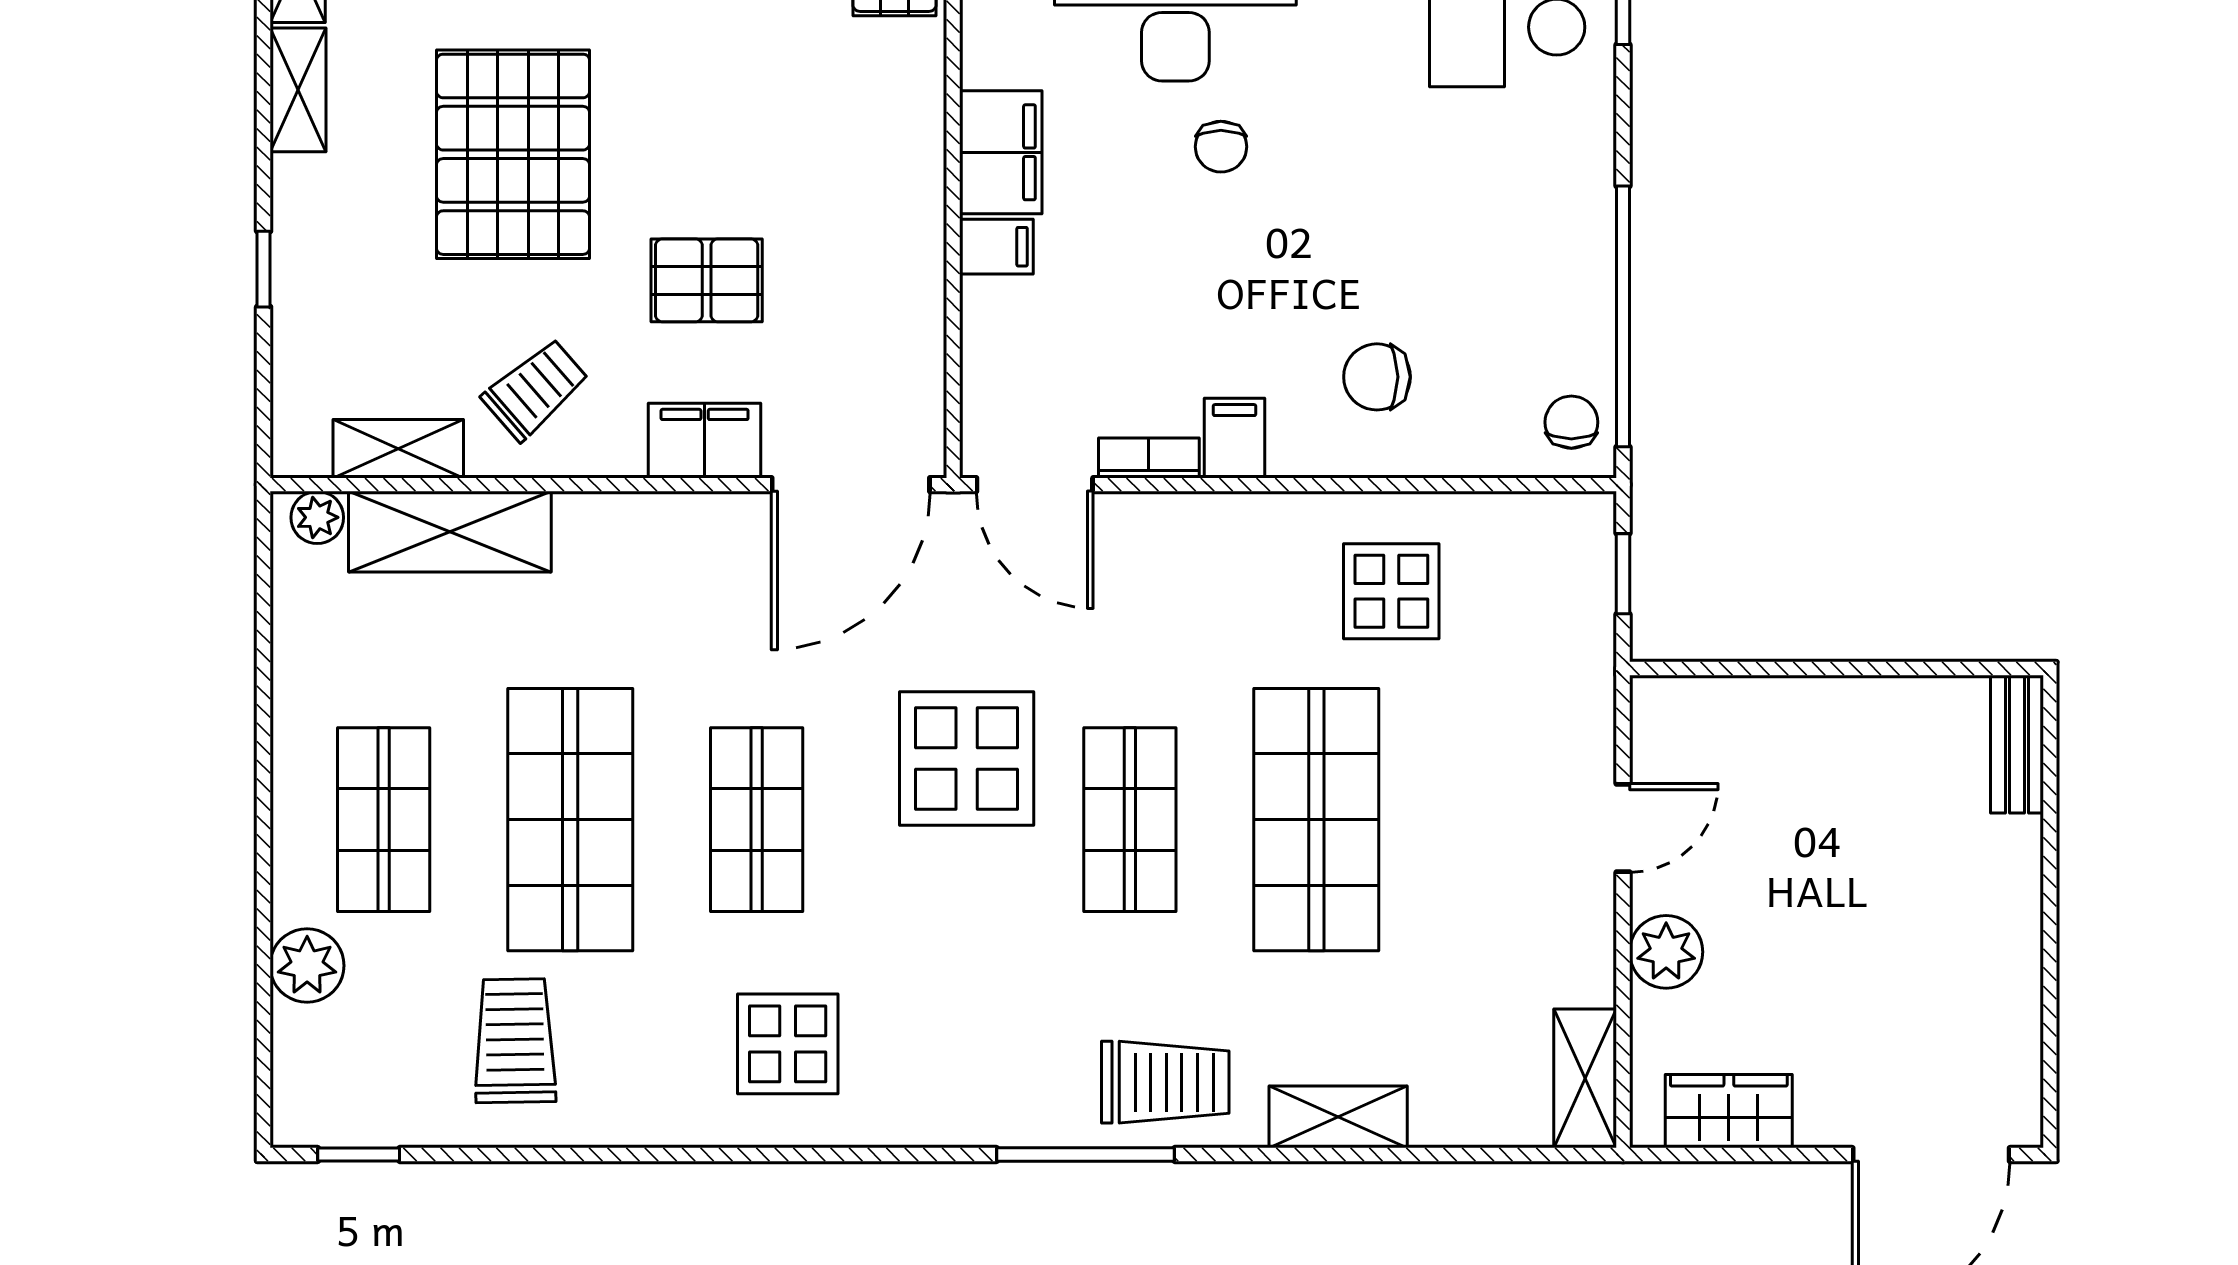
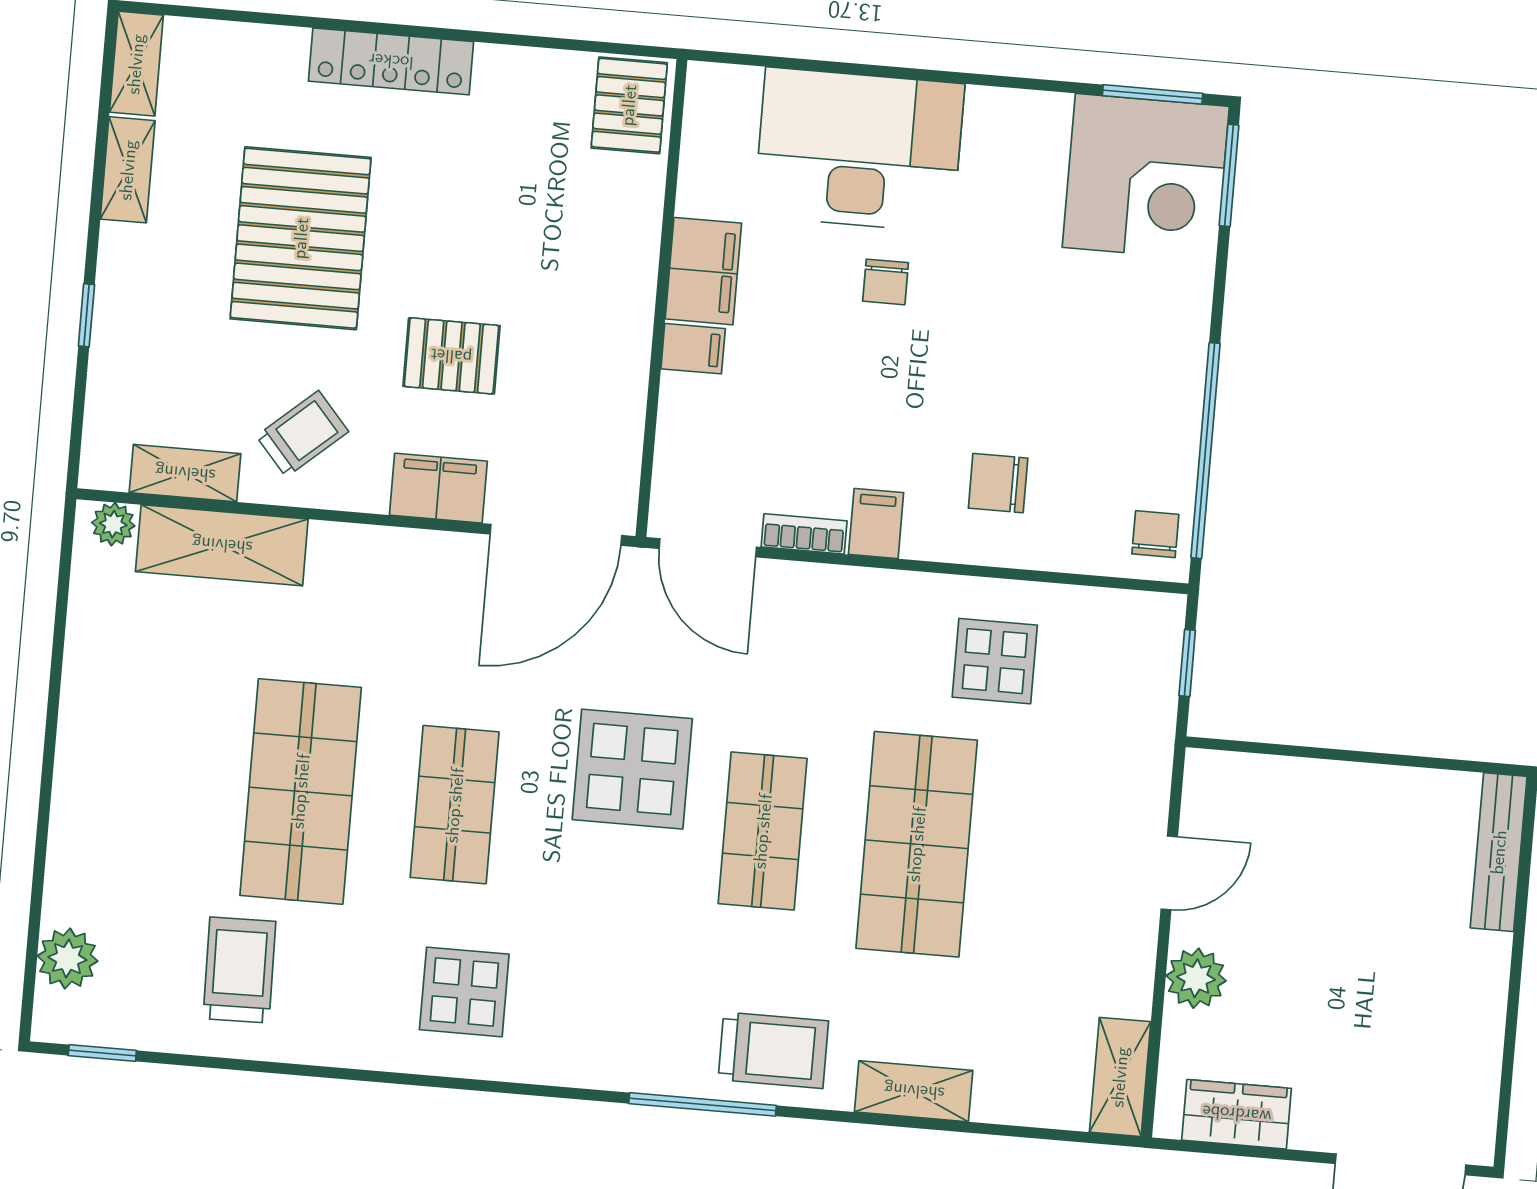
bench: (2017, 744) -> (1499, 852), width x1.36
shop shelf: (384, 820) -> (147, 778), removed
plant: (307, 966) -> (67, 958), moved

